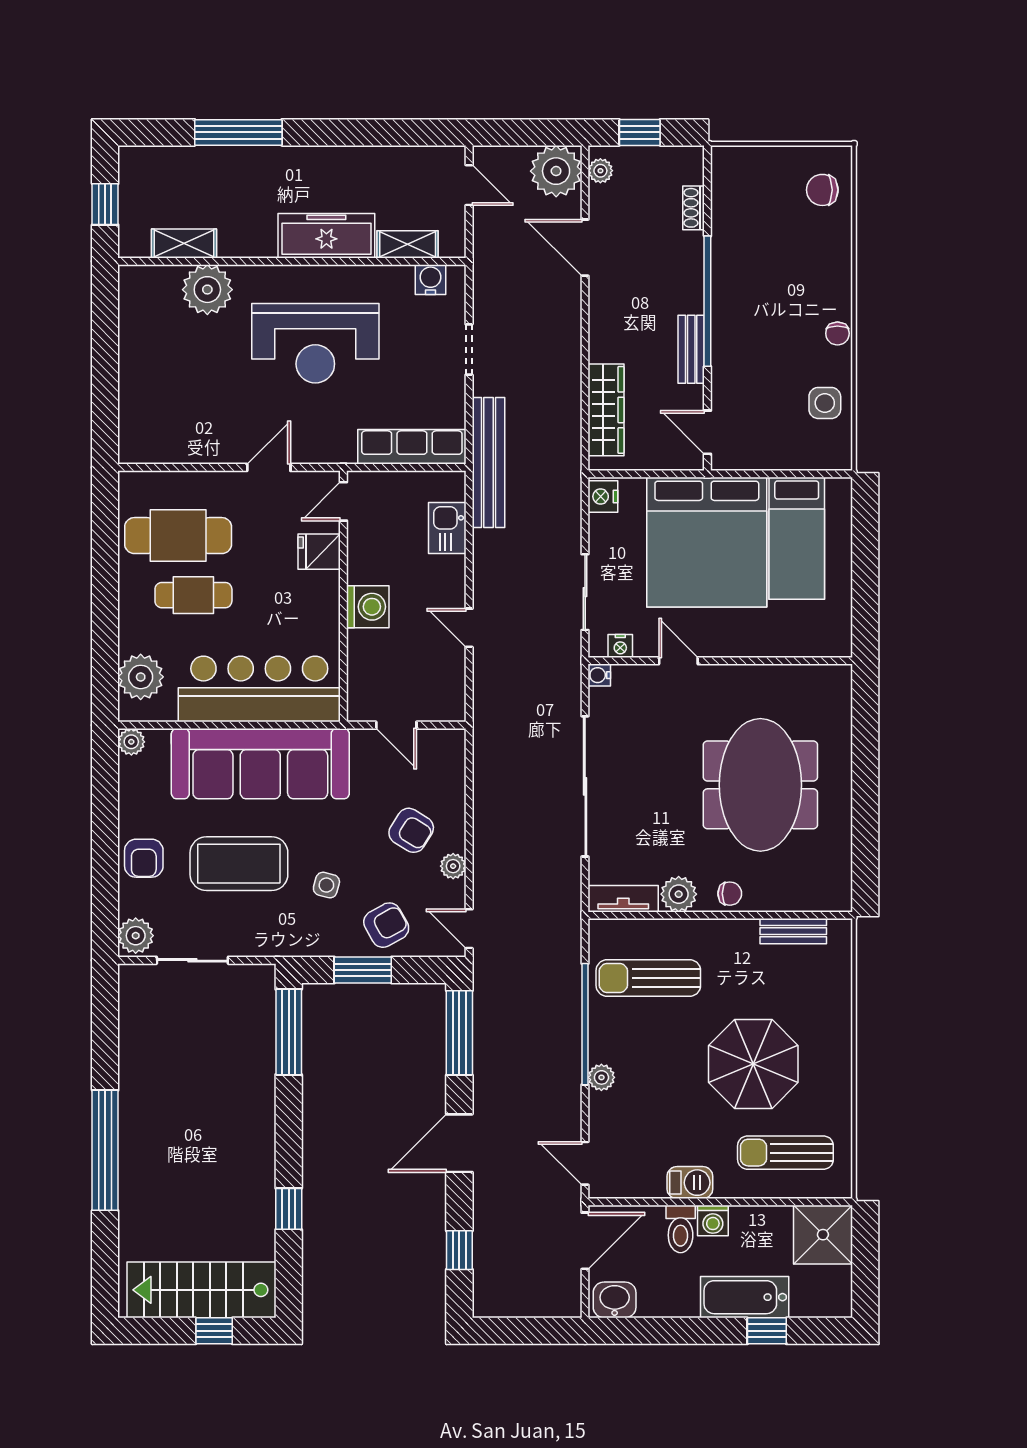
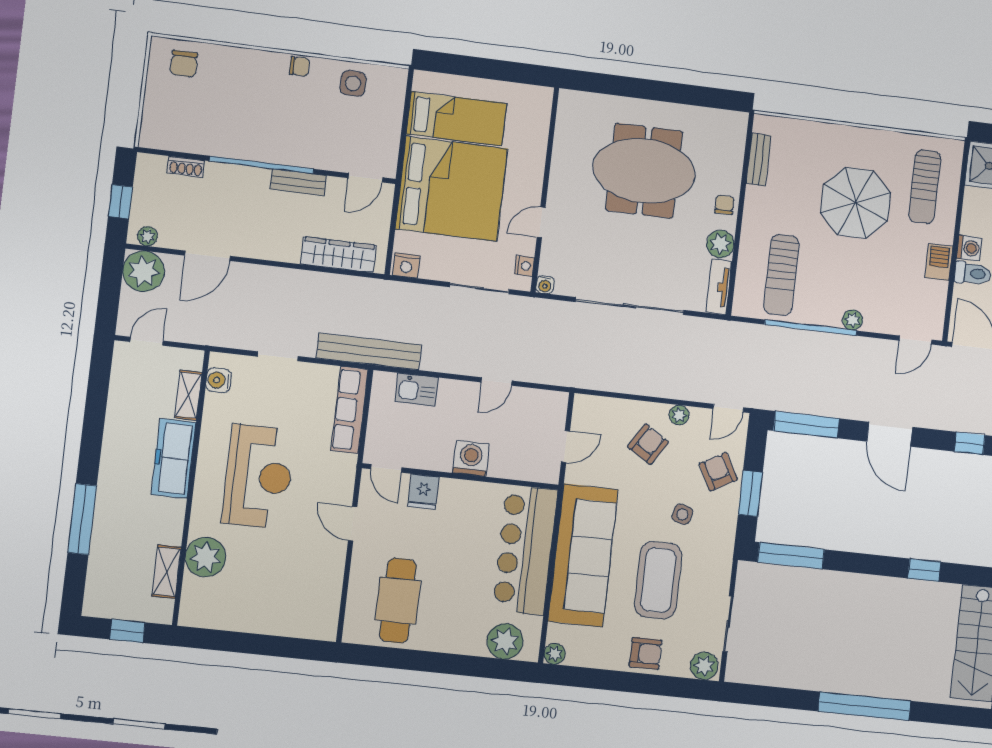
cafe table: (193, 595) -> (446, 593), removed

